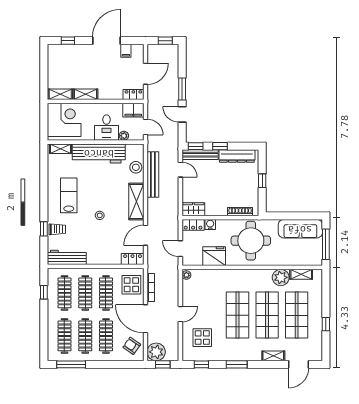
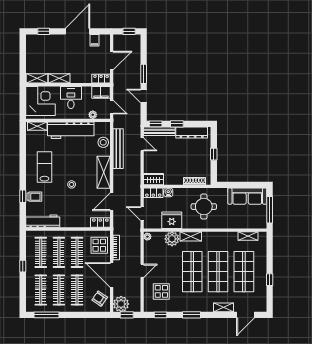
desk: (106, 128) -> (71, 97), moved, turned 180
round table: (251, 241) -> (204, 207), width x0.73, depth x0.73
shelving: (236, 275) -> (191, 236), added
plant: (281, 277) -> (172, 239), moved
window: (44, 292) -> (23, 266), moved

